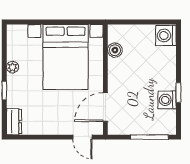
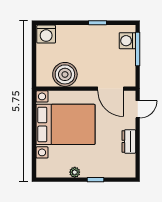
boiler: (115, 50) -> (65, 74), width x1.86, depth x1.86
washing machine: (167, 100) -> (127, 41), moved, turned 90
dresser: (14, 122) -> (129, 141), moved, turned -90

